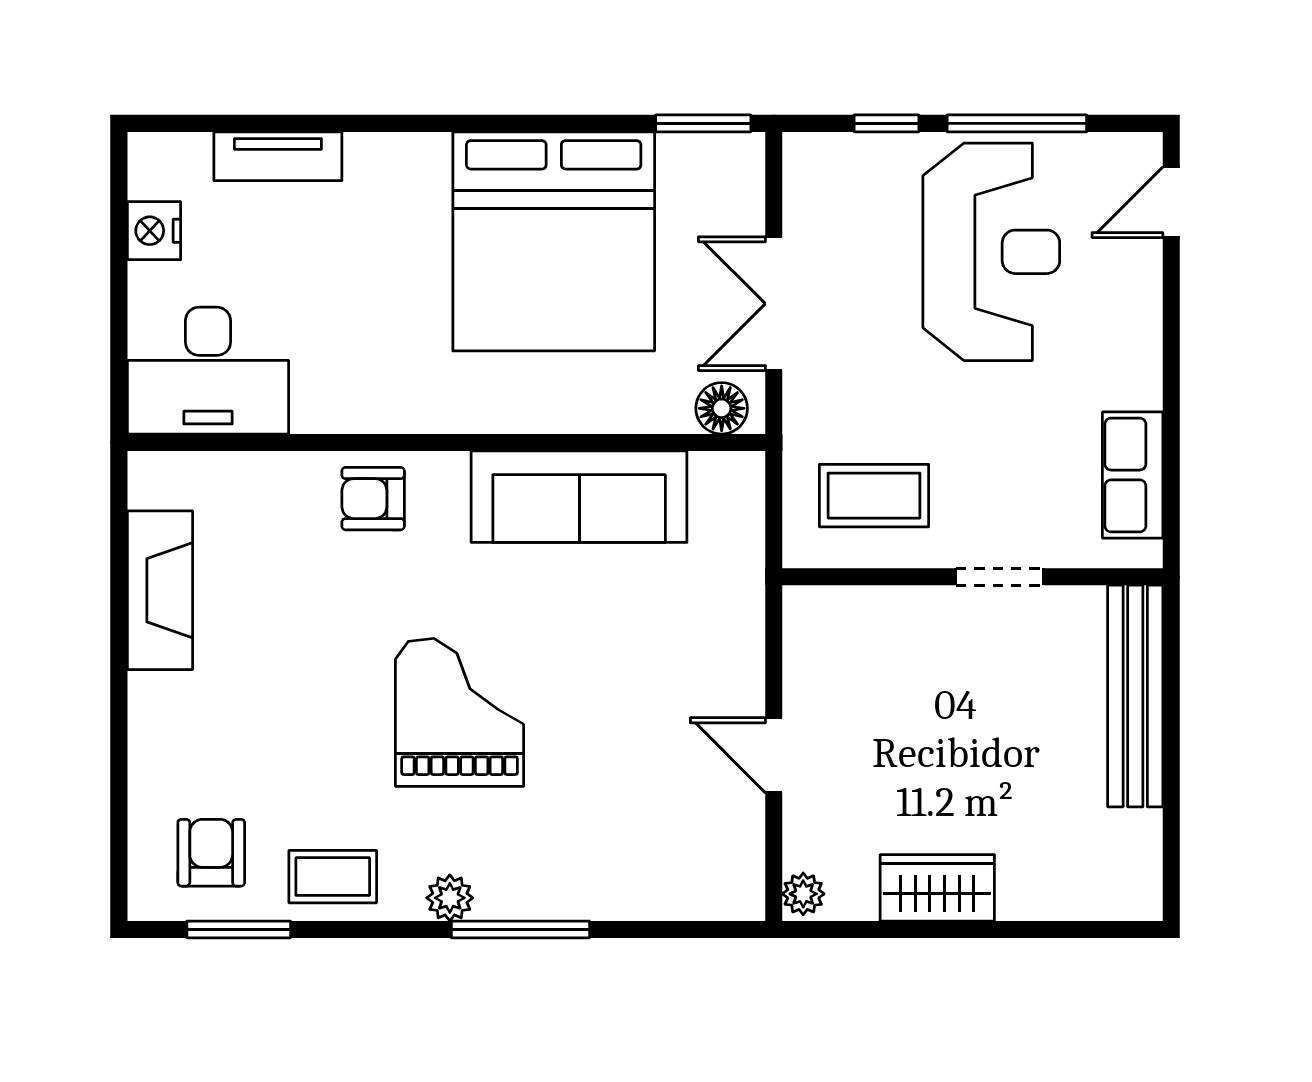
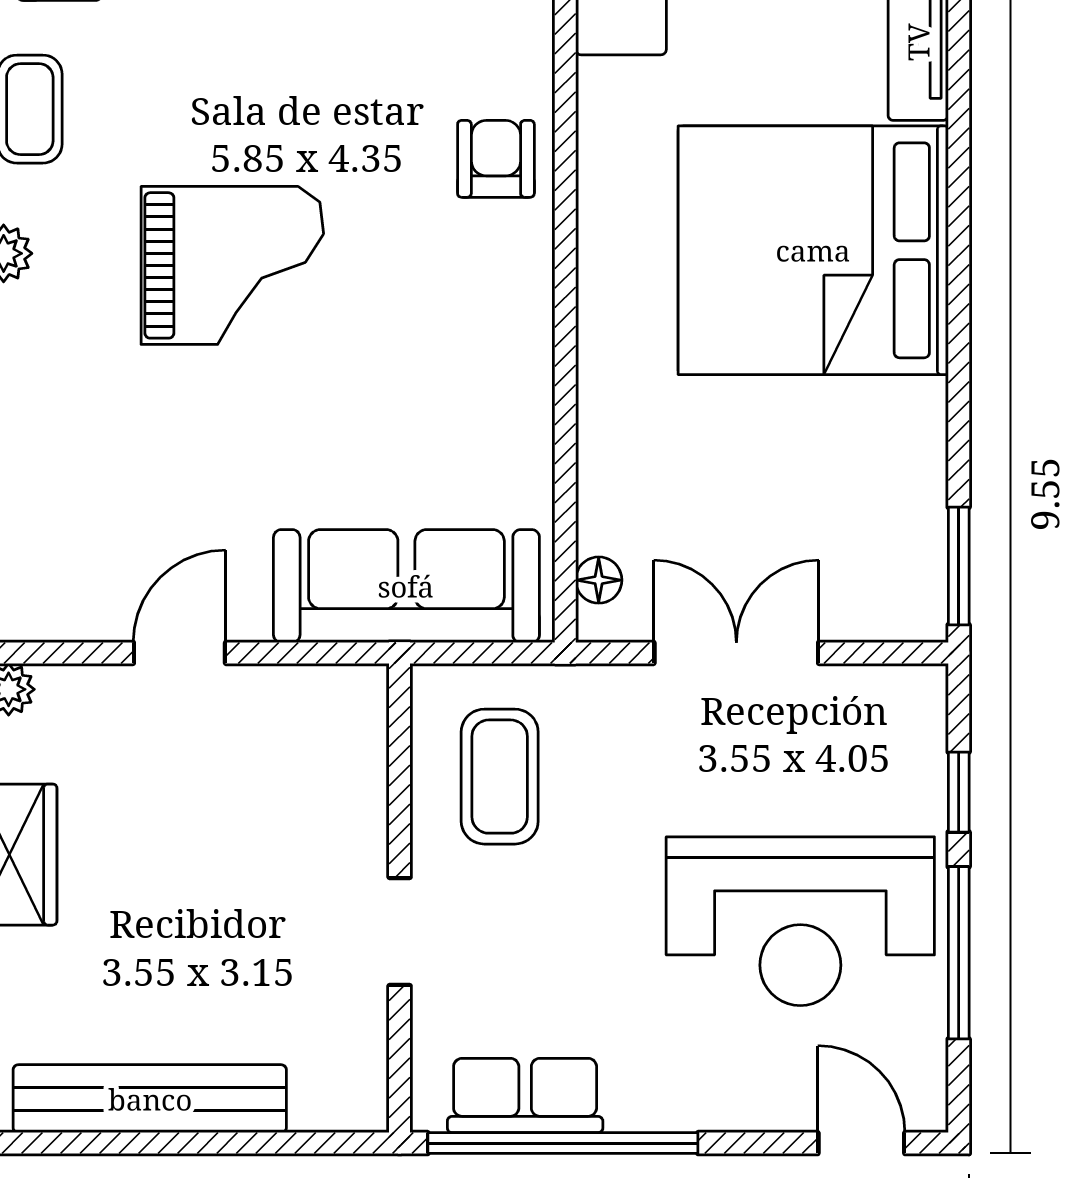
bed: (554, 241) -> (813, 250), moved
floor lamp: (722, 408) -> (599, 580), width x0.73, depth x0.73
window: (1171, 444) -> (563, 1143), added
sofa: (579, 497) -> (406, 586), moved, turned 90
bench: (1135, 696) -> (150, 1099), moved

